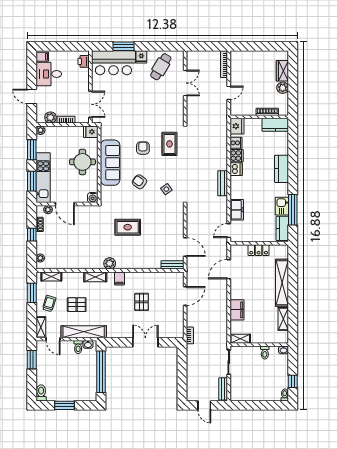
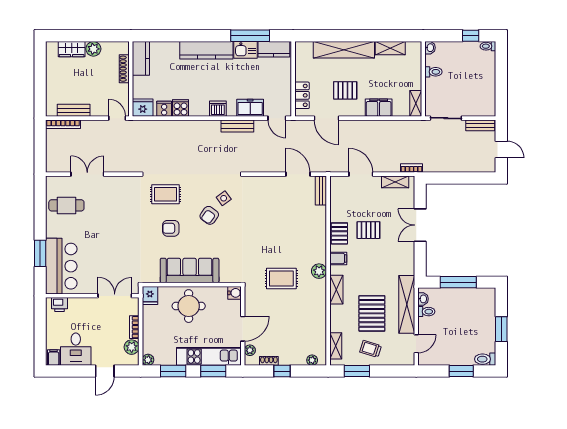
fridge: (141, 57) -> (54, 230), removed
cafe table: (161, 67) -> (66, 205), turned -31
bench: (235, 72) -> (74, 110), added
door: (229, 93) -> (117, 118), moved
dishwasher: (236, 169) -> (218, 109), moved
kitchen counter: (282, 169) -> (206, 50), width x1.50
armchair: (139, 182) -> (209, 215), moved
bench: (223, 183) -> (237, 126), moved
rug: (128, 227) -> (281, 278), moved, turned 90
door: (185, 247) -> (298, 174), hinge flipped
locker: (259, 250) -> (302, 95), moved
pallet: (139, 279) -> (339, 233), added
pallet: (250, 284) -> (345, 90), added
pallet: (77, 305) -> (372, 313), width x1.50, depth x1.42
shelving: (41, 327) -> (395, 182), moved
window: (32, 360) -> (461, 371), moved
window: (101, 372) -> (458, 282), width x0.68
door: (204, 405) -> (501, 149), hinge flipped

